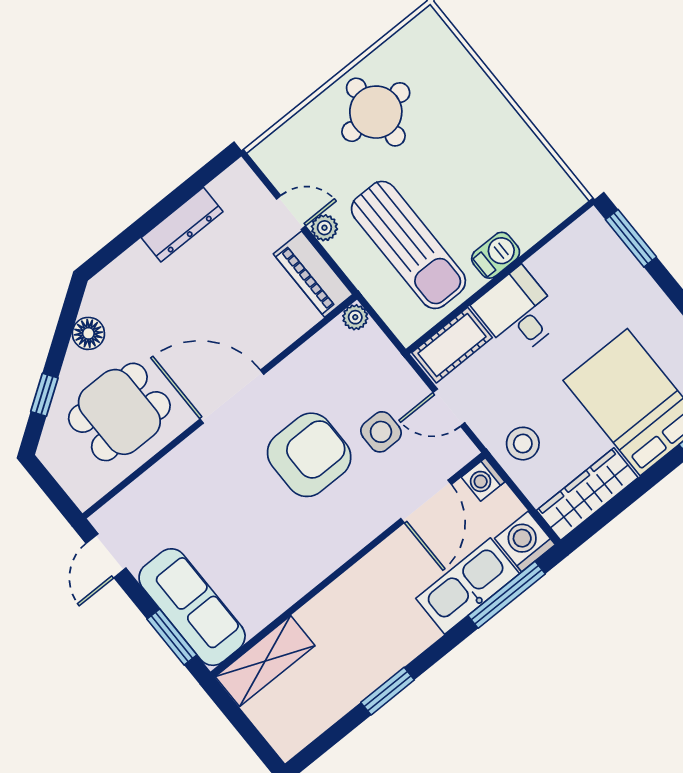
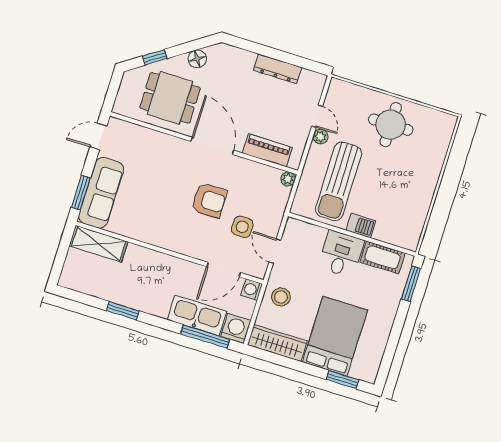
piano: (313, 274) -> (267, 150), moved, turned 90
cot: (452, 345) -> (382, 257), moved
armchair: (309, 455) -> (209, 200), width x0.73, depth x0.73

